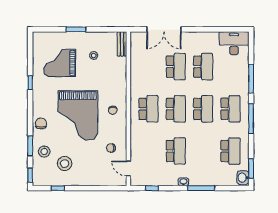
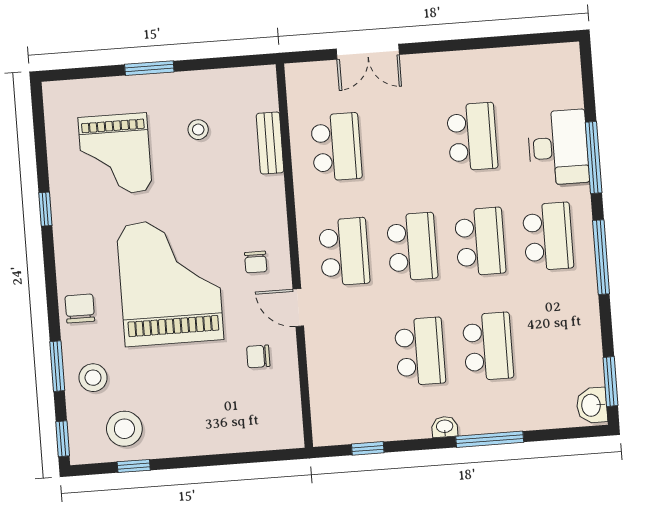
double door: (164, 29) -> (368, 52), width x0.73
desk: (234, 43) -> (558, 148), moved, turned 90
bench: (122, 44) -> (270, 143), moved
grand piano: (60, 63) -> (115, 154), turned -90
school desk: (176, 67) -> (336, 147), moved
grand piano: (78, 116) -> (170, 282), turned 180
school desk: (230, 151) -> (488, 346), moved
stool: (65, 164) -> (124, 429), moved
door: (128, 168) -> (298, 308), moved

